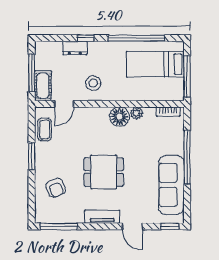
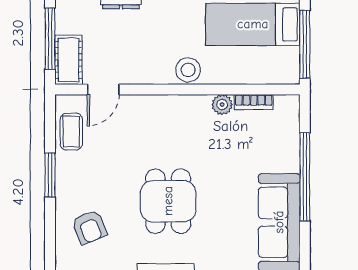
stool: (93, 83) -> (188, 70), moved
bookcase: (168, 112) -> (254, 102), moved
floor lamp: (119, 117) -> (194, 110), removed
dining table: (104, 172) -> (168, 201), turned 90

